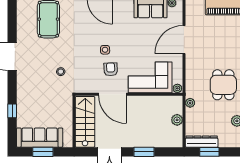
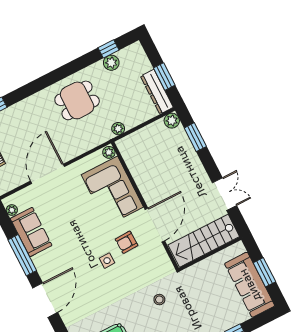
door: (184, 40) -> (47, 174), swing flipped
plant: (177, 120) -> (172, 121), moved
window: (144, 152) -> (195, 137), moved

